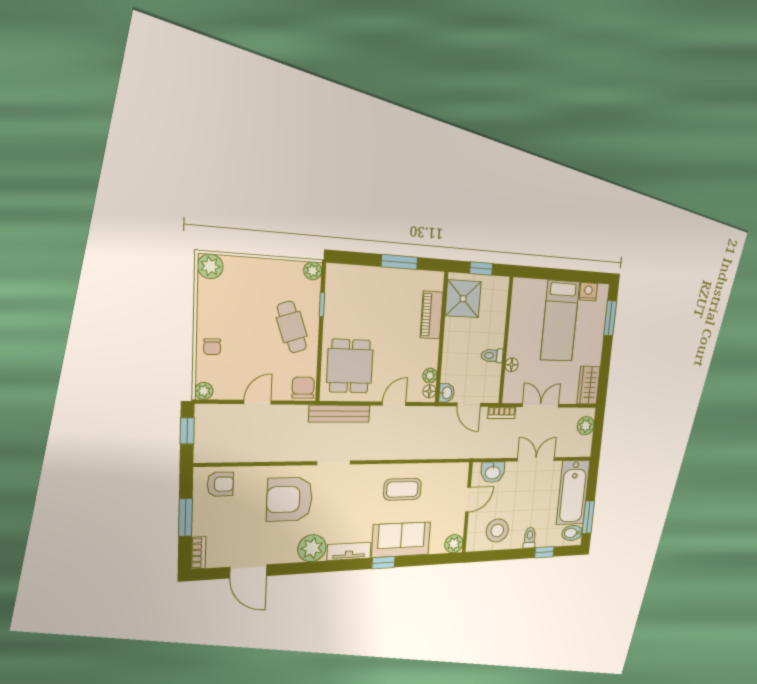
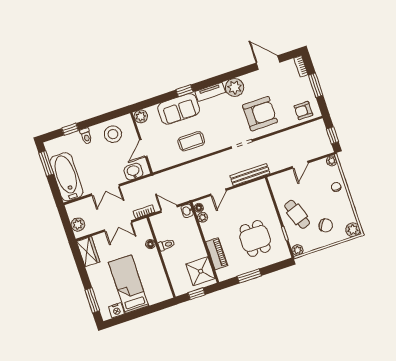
dining table: (350, 366) -> (255, 238), moved
chair: (303, 388) -> (326, 225), moved, turned -58
bidet: (572, 533) -> (54, 149), removed

